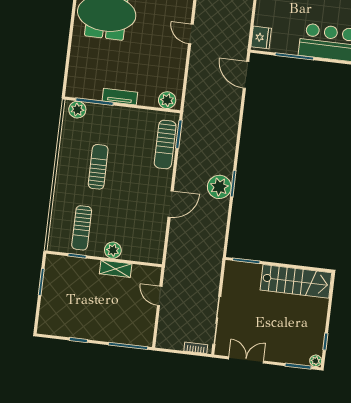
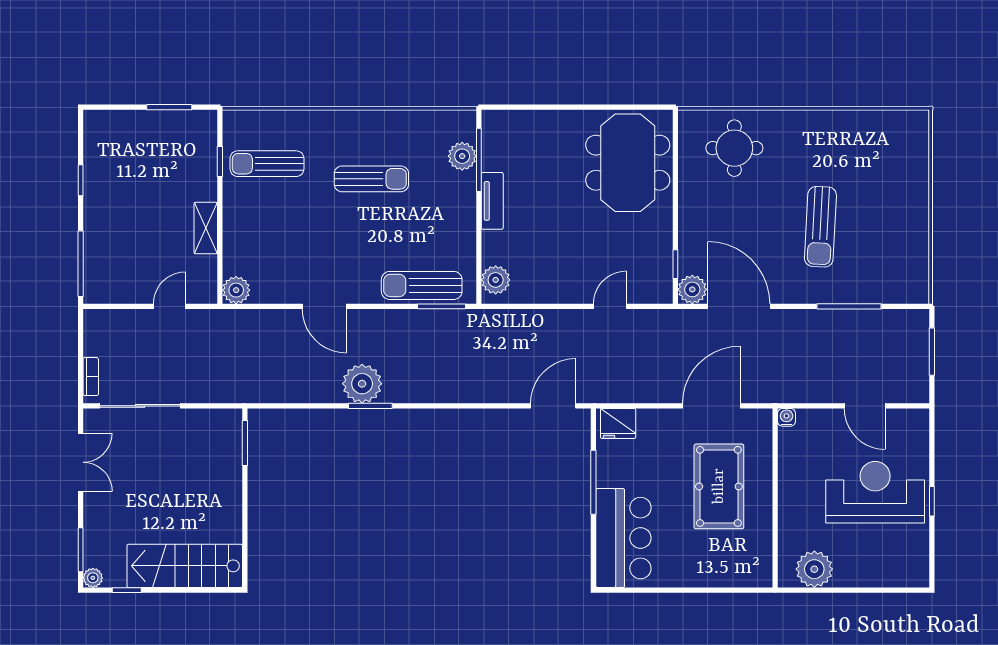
plant: (77, 110) -> (462, 156), moved
plant: (113, 250) -> (236, 290), moved
stairs: (296, 281) -> (185, 566), moved, turned 90

